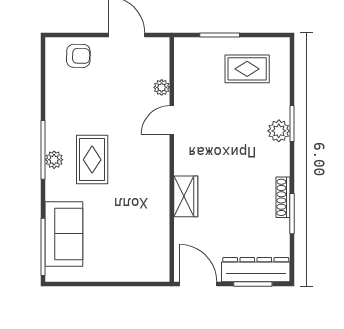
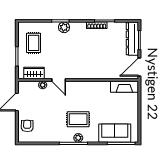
wardrobe: (186, 196) -> (34, 73), moved
fireplace: (158, 254) -> (124, 87), added

